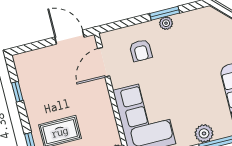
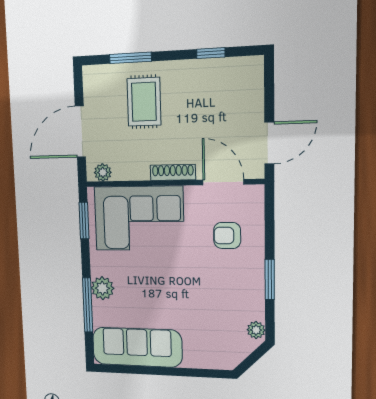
plant: (166, 23) -> (256, 330), moved
shoe rack: (105, 100) -> (173, 172), added

